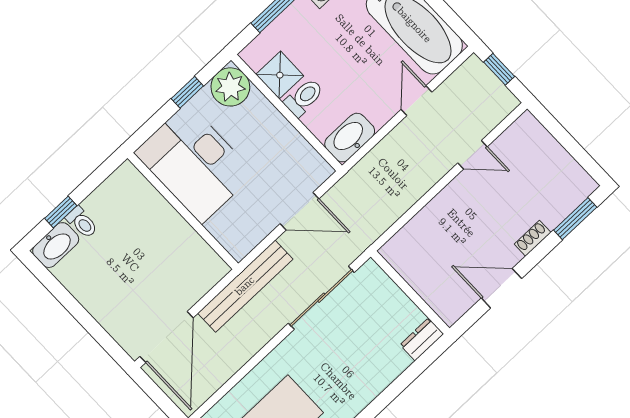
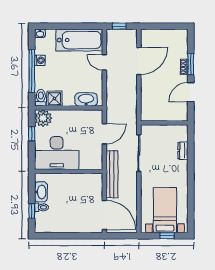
toilet: (304, 98) -> (41, 98), moved
washbasin: (350, 138) -> (86, 99), moved, turned 90
door: (472, 155) -> (139, 61), width x1.87
window: (575, 219) -> (191, 64), moved
washbasin: (56, 245) -> (41, 192), moved
dresser: (422, 339) -> (183, 151), moved

